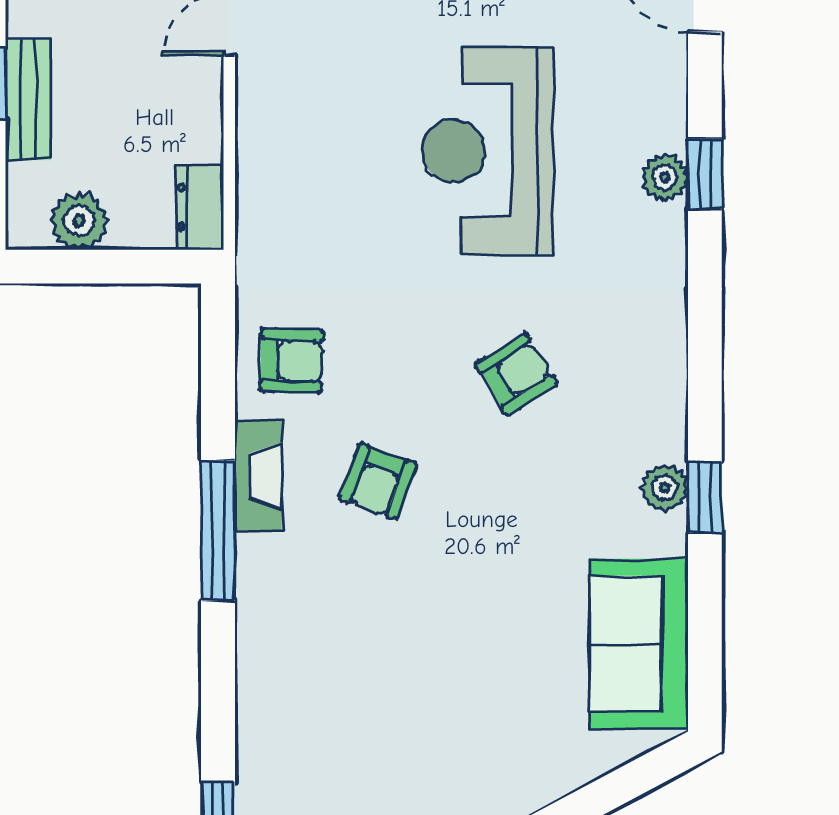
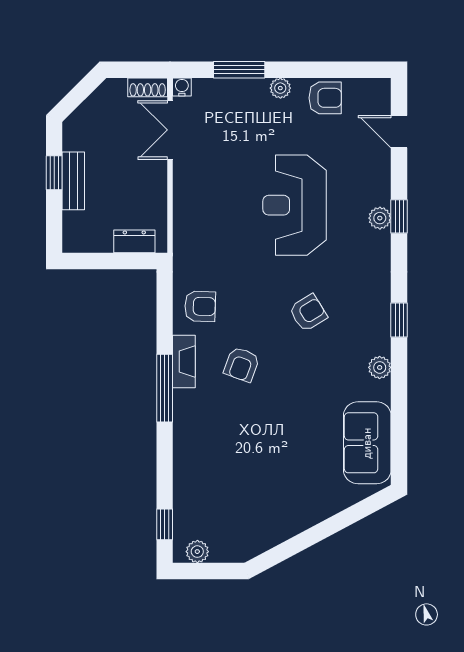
dresser: (200, 207) -> (134, 241), moved, turned 90
plant: (79, 221) -> (98, 239), removed
window: (705, 497) -> (399, 320), moved

